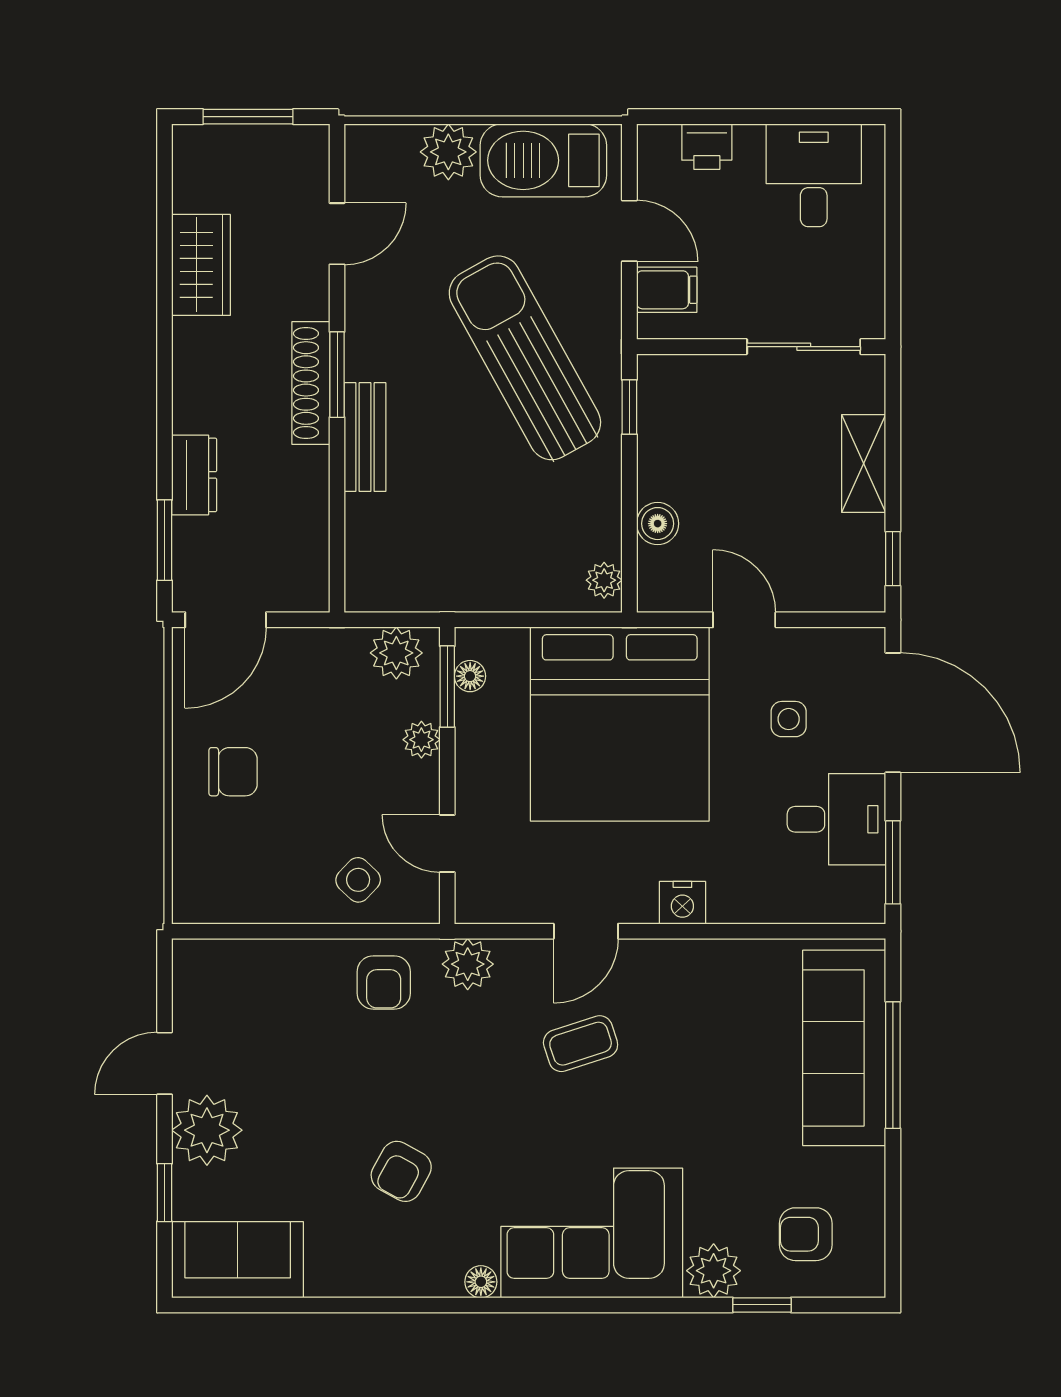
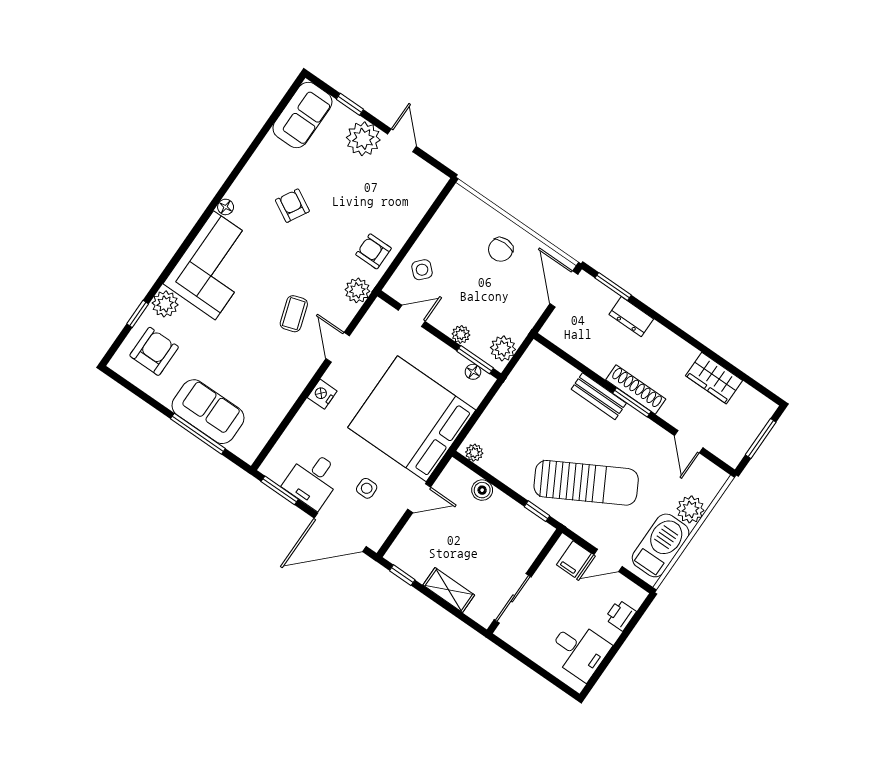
sofa: (844, 1048) -> (208, 412), width x0.73
armchair: (806, 1234) -> (154, 351), width x1.38, depth x1.38

